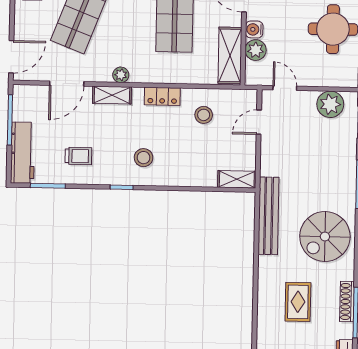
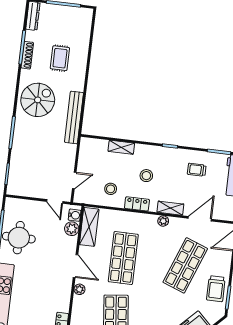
water cooler: (254, 29) -> (75, 215), moved
plant: (330, 104) -> (26, 188), removed
stool: (144, 158) -> (146, 176), moved
shelving: (237, 179) -> (121, 147), moved

